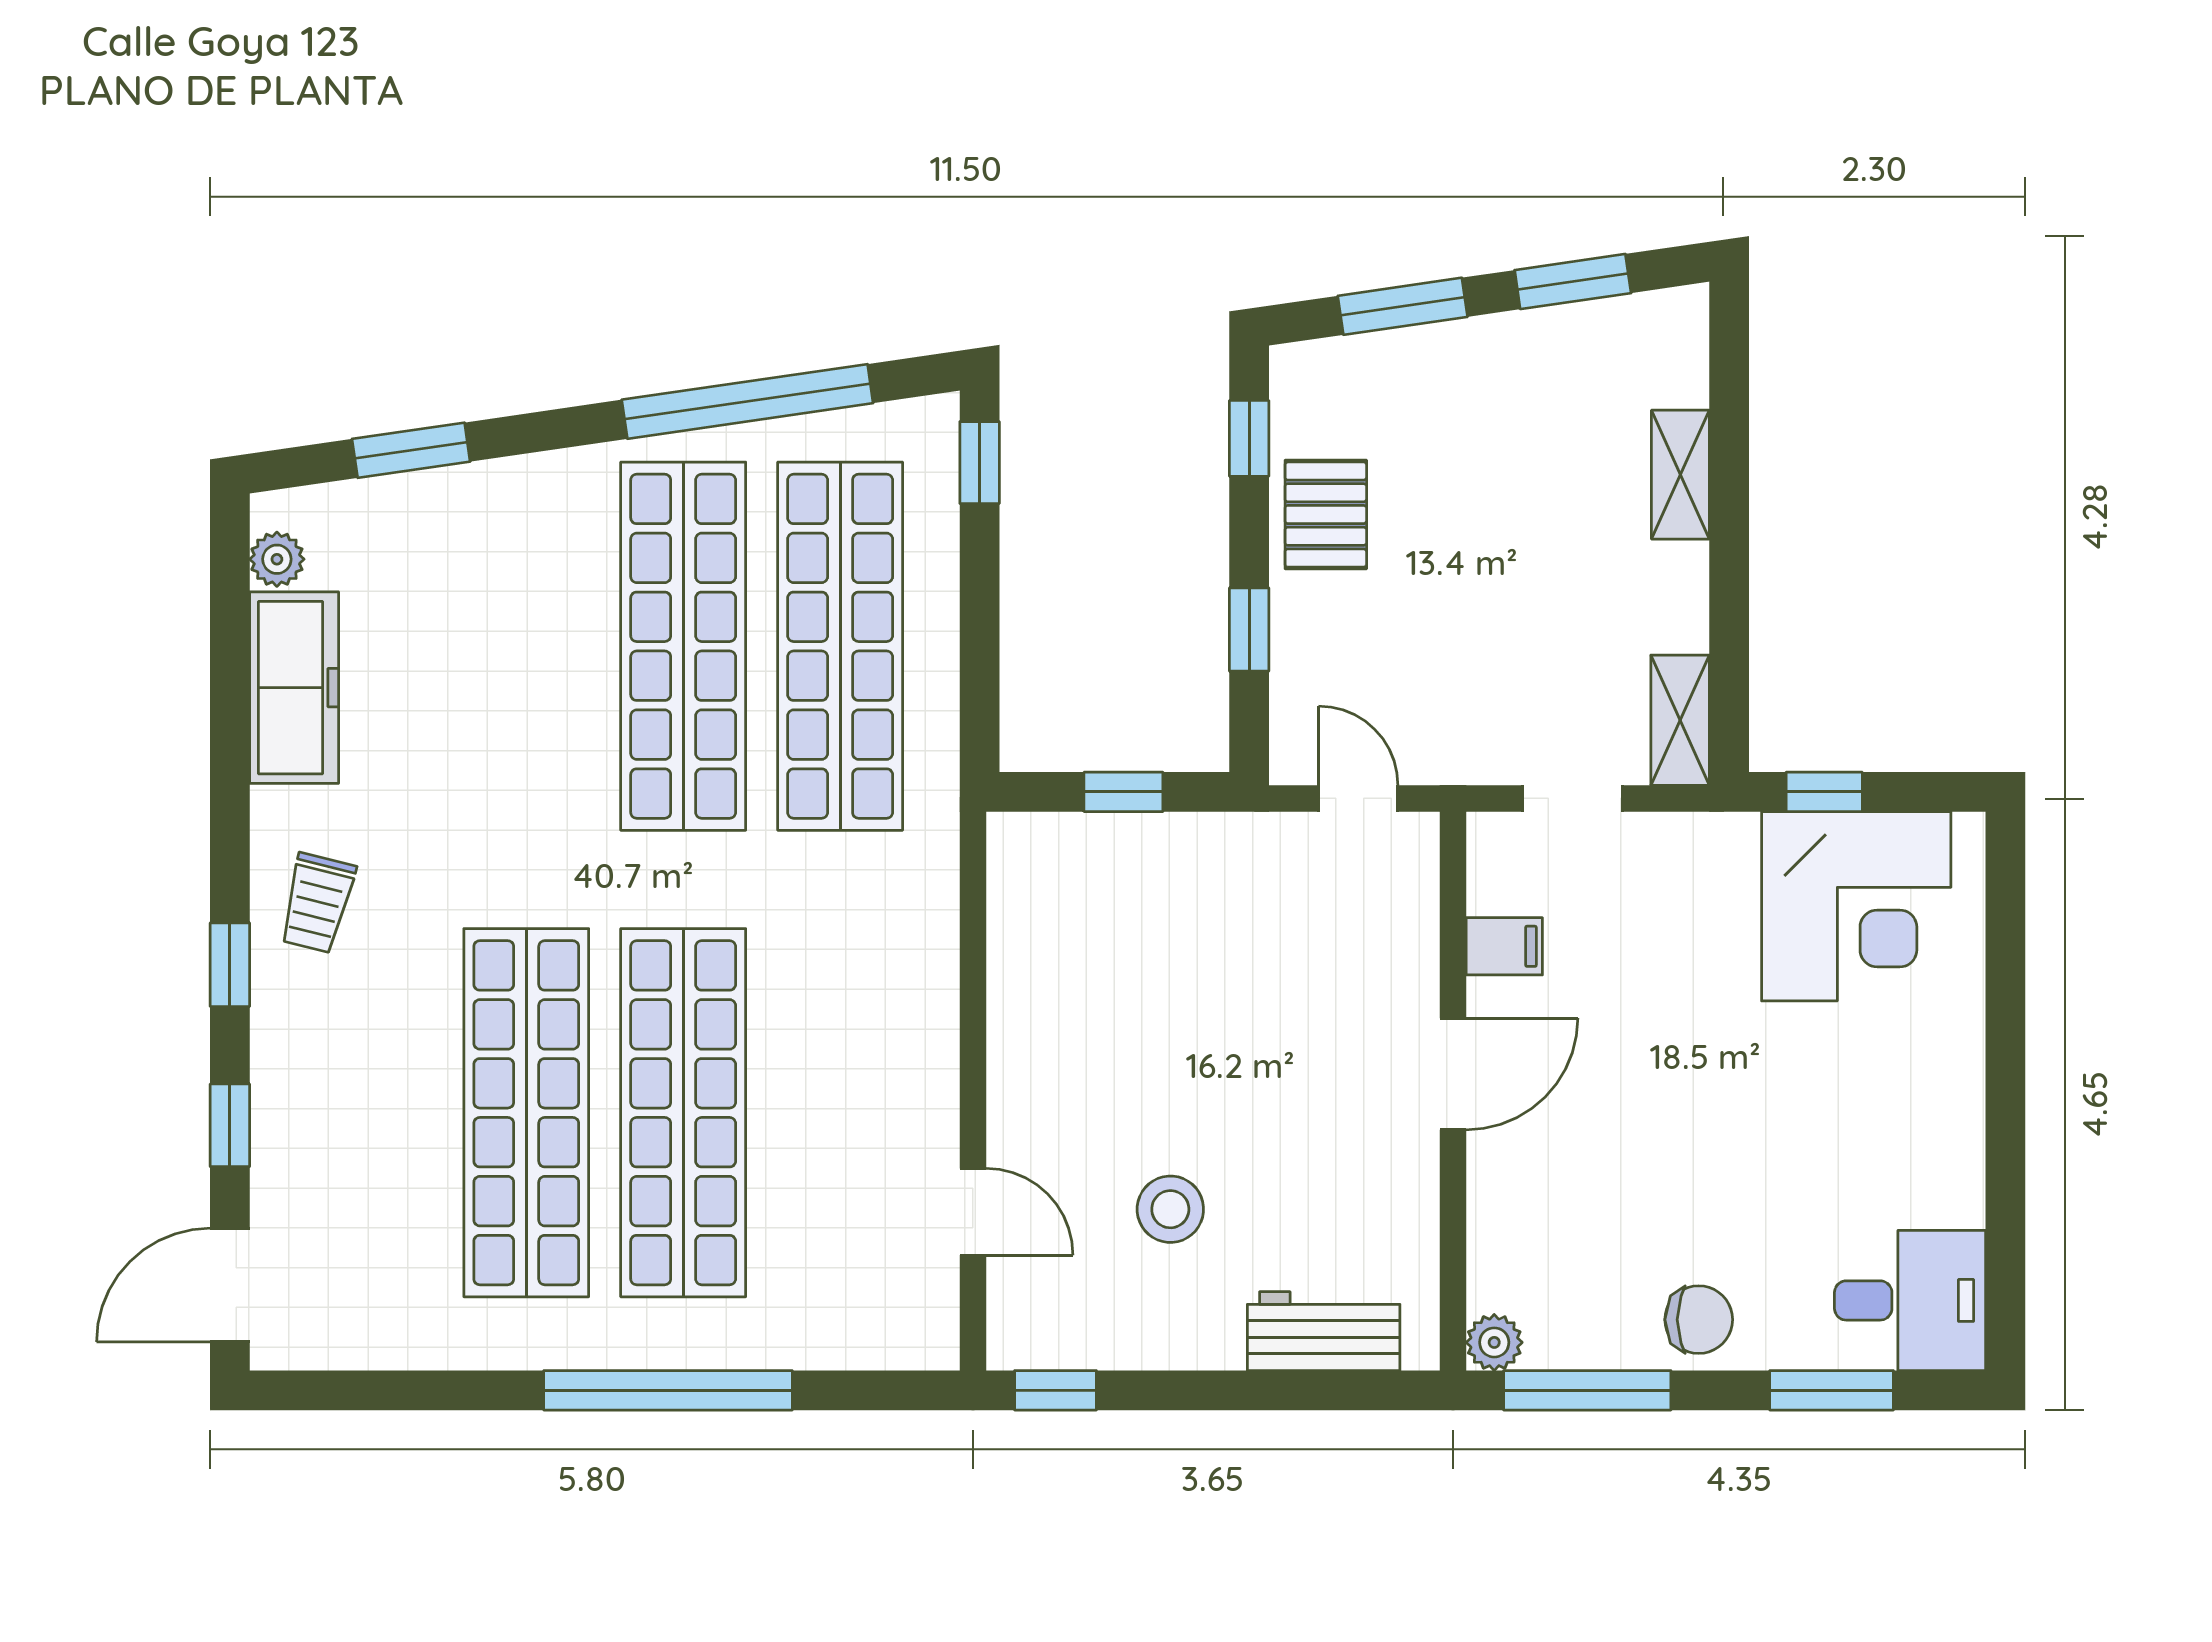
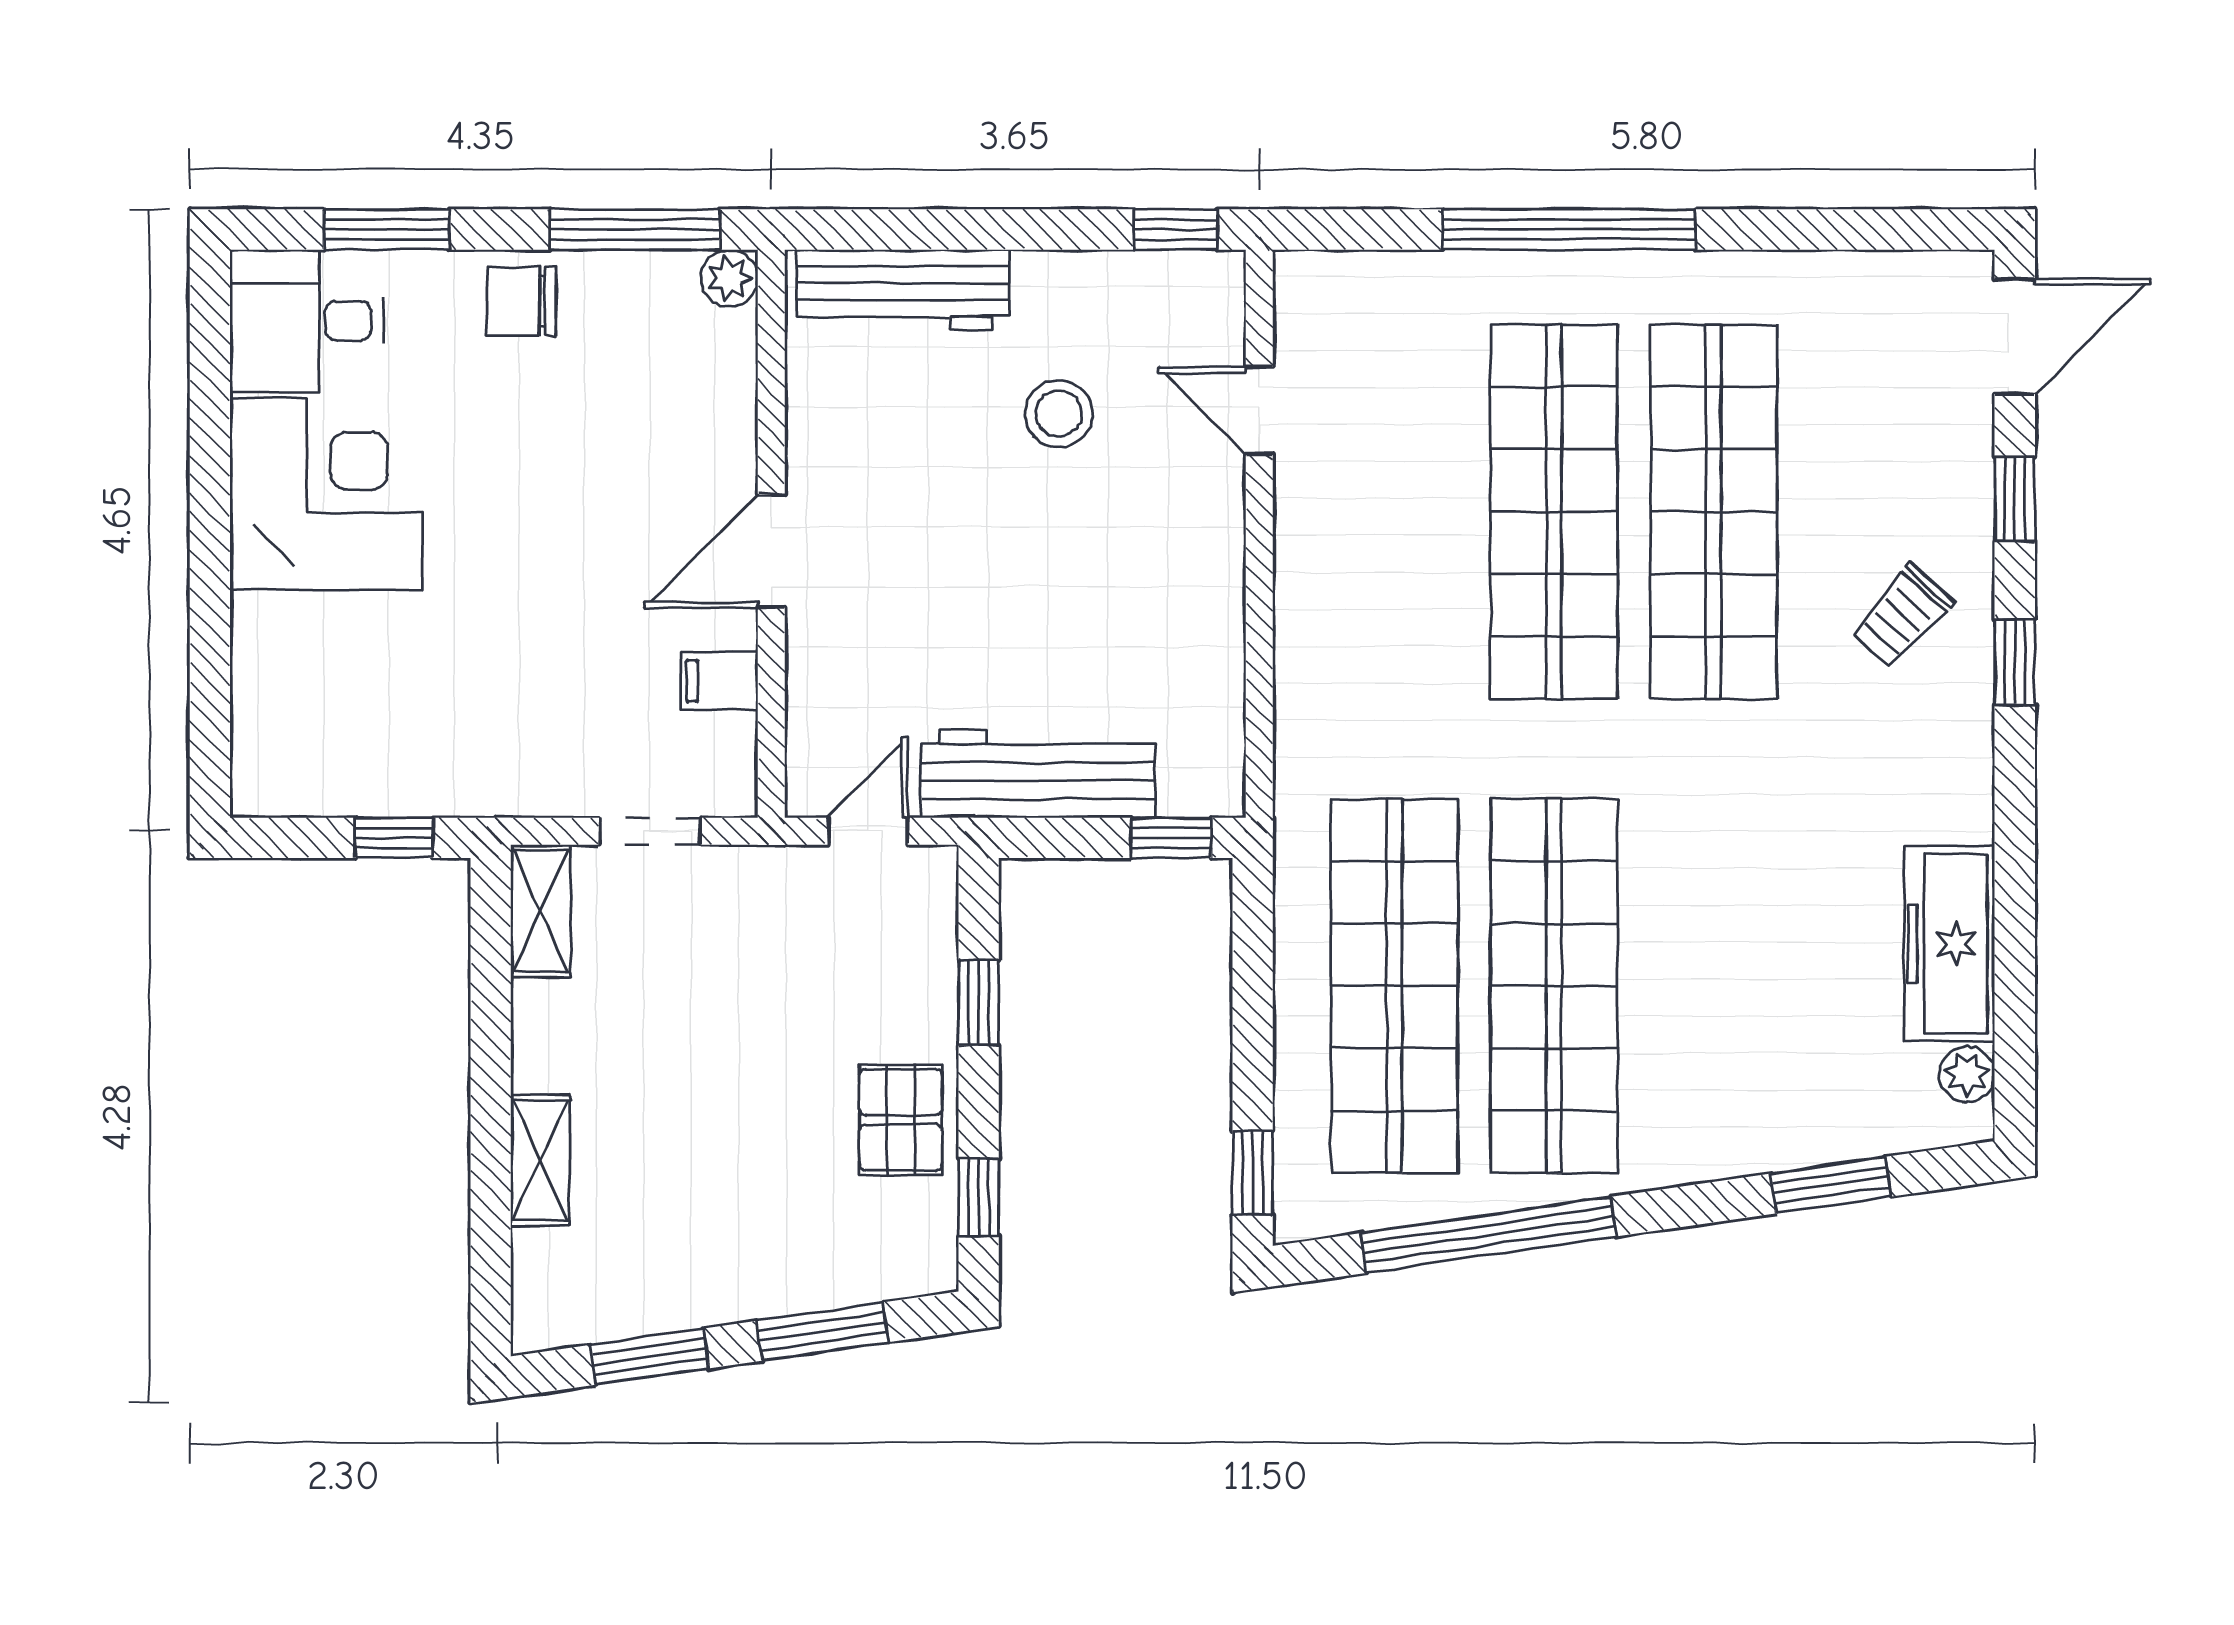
window: (1123, 792) -> (1171, 838), moved
door: (1358, 798) -> (868, 831), swing flipped
workbench: (1191, 855) -> (1038, 774), added
trolley: (317, 903) -> (1902, 616), moved, turned -152
corner desk: (1856, 906) -> (326, 494), moved, turned 90
workbench: (1324, 1331) -> (903, 290), width x1.38

